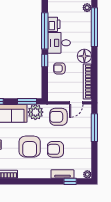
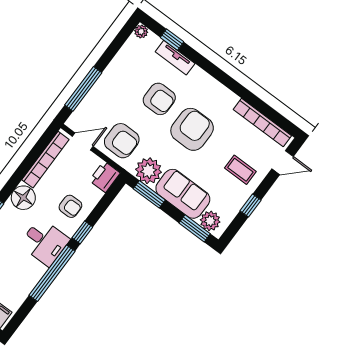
printer: (54, 24) -> (105, 177), moved

